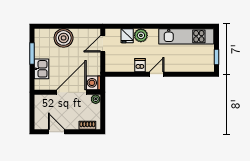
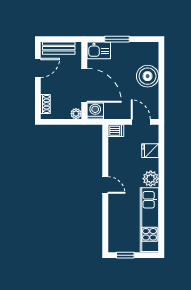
plant: (141, 35) -> (151, 179), moved
window: (32, 54) -> (117, 39), moved
dishwasher: (140, 65) -> (116, 131), moved
kitchen sink: (42, 69) -> (99, 50), moved
bench: (40, 114) -> (59, 48), added

